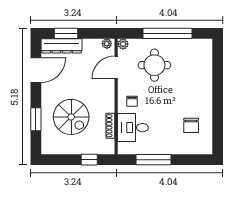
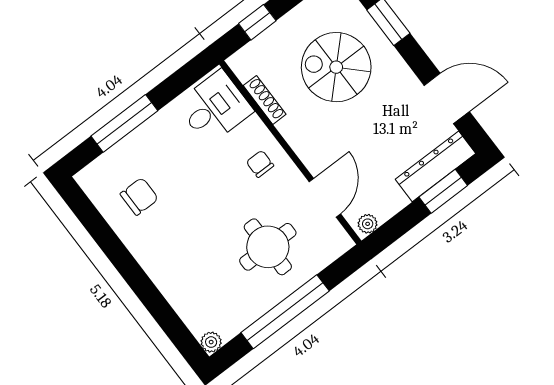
plant: (123, 44) -> (211, 342), moved
door: (36, 70) -> (447, 98), swing flipped
chair: (191, 125) -> (139, 196), turned 90
desk: (133, 128) -> (215, 108), moved
window: (154, 160) -> (124, 123), moved

